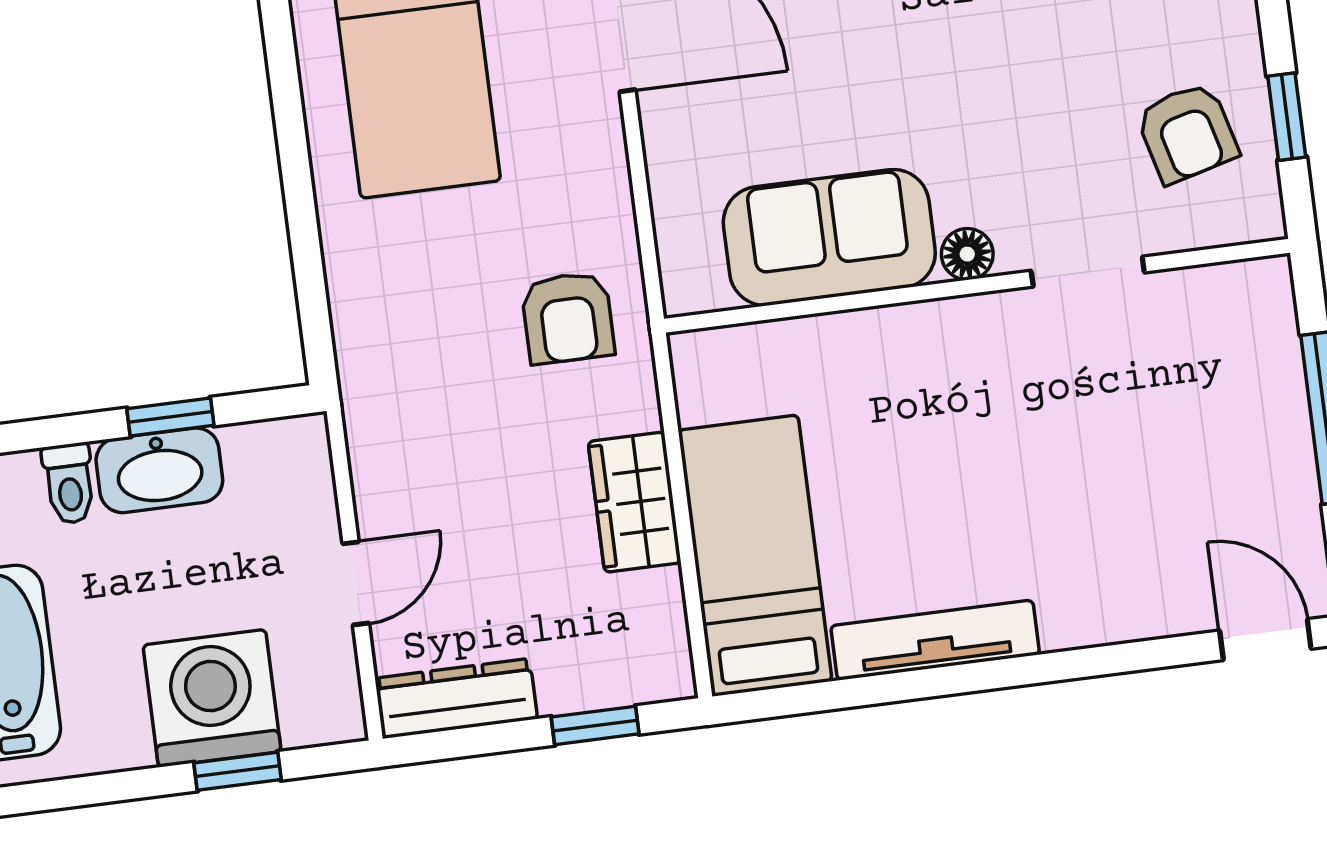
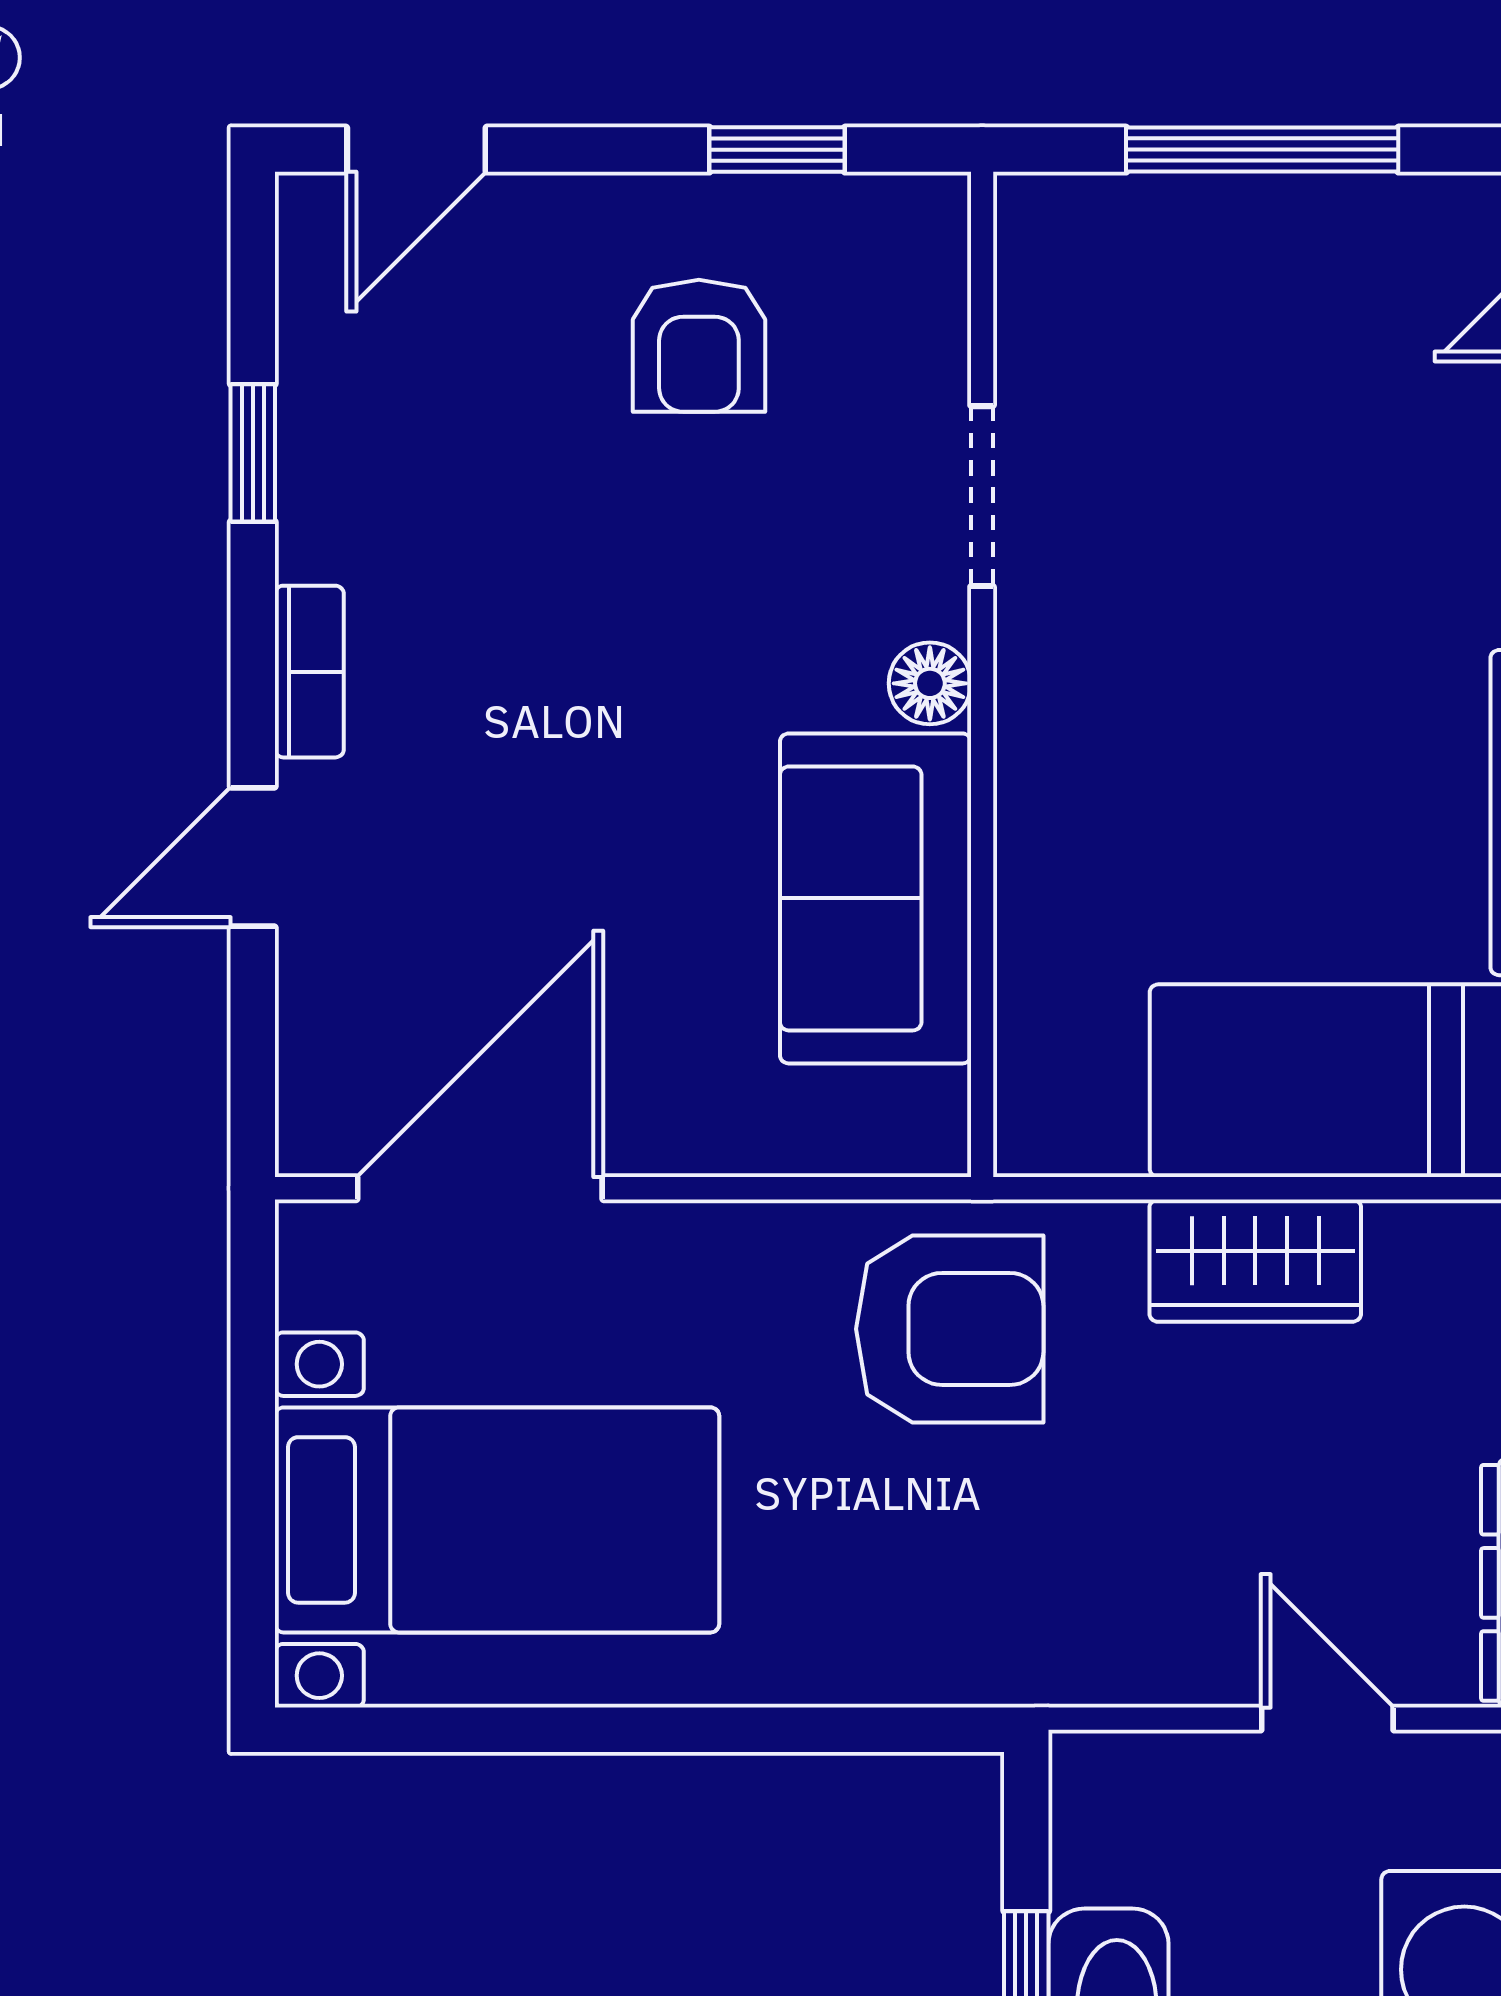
armchair: (1187, 133) -> (699, 346), moved, turned 105
armchair: (568, 318) -> (950, 1329), width x1.38, depth x1.38

